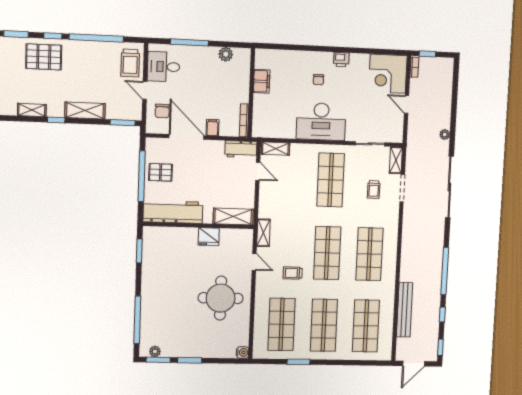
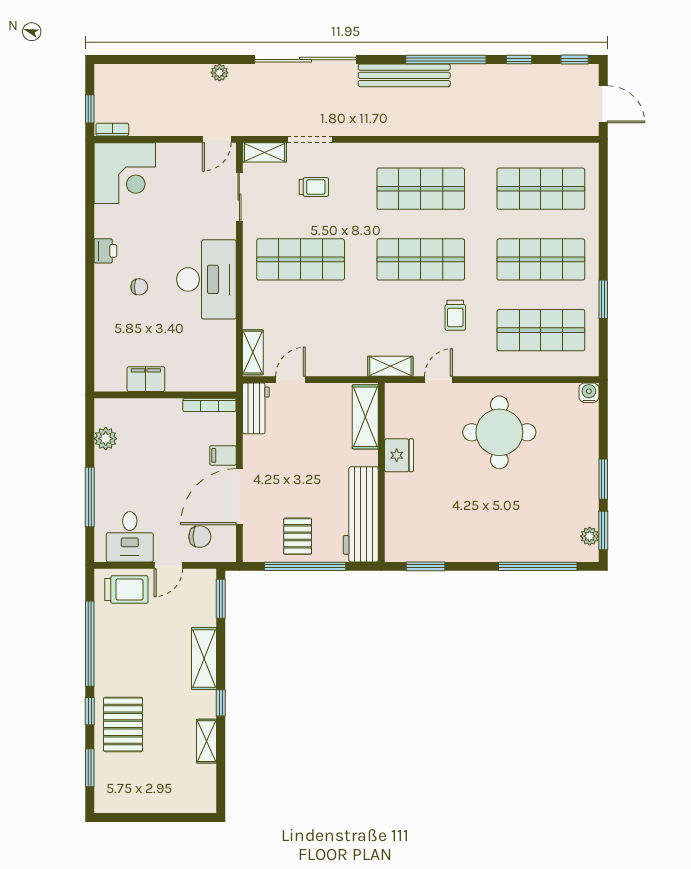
door: (407, 104) -> (217, 139), moved
bench: (405, 310) -> (404, 75), moved

